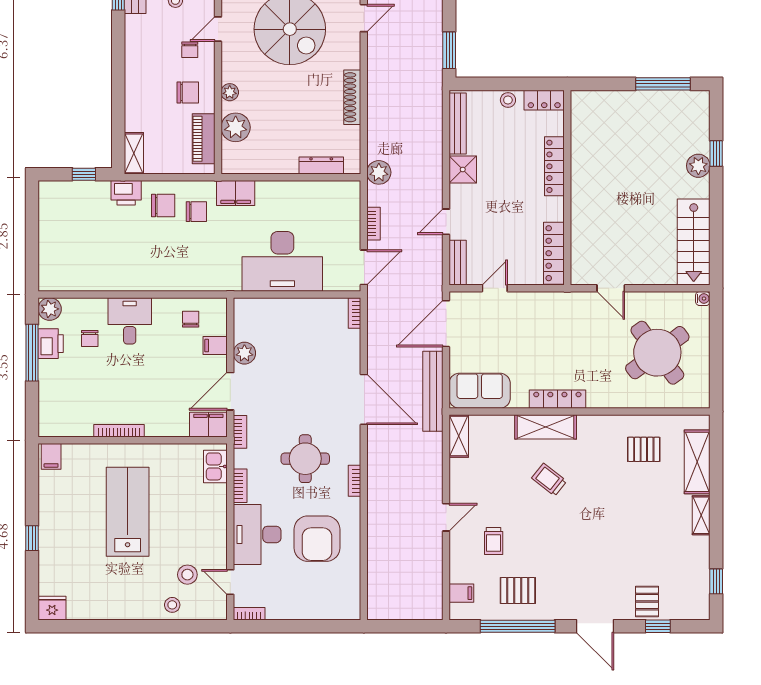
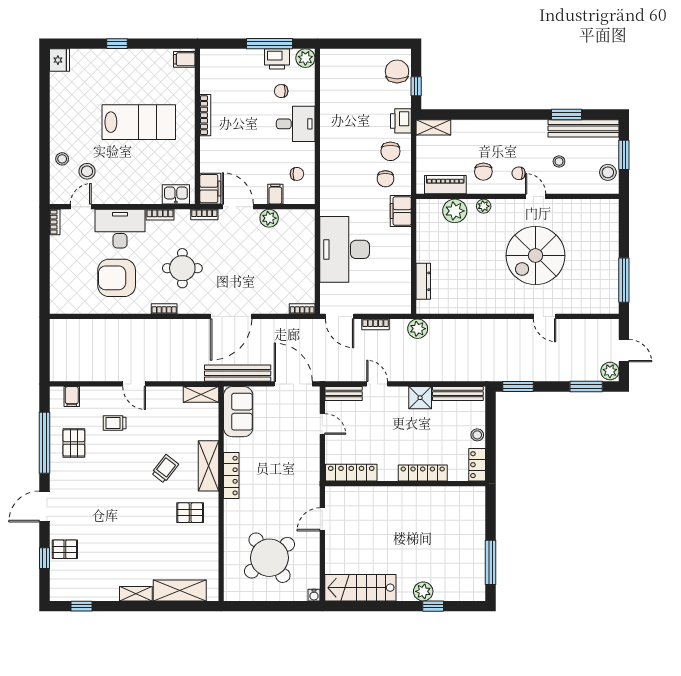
shoe rack: (352, 97) -> (479, 307), removed
chair: (66, 198) -> (397, 71), added
pallet: (644, 449) -> (190, 513), moved, turned 90

